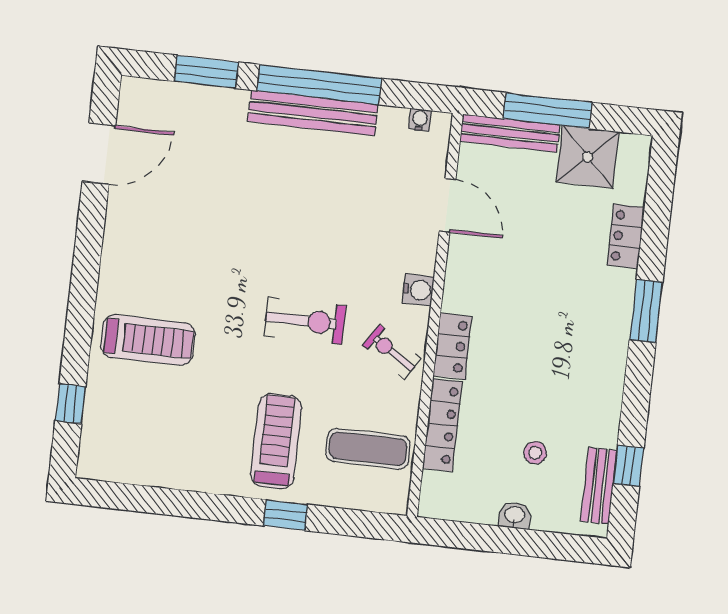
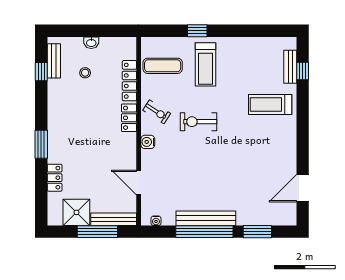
bench: (96, 416) -> (290, 67), added

